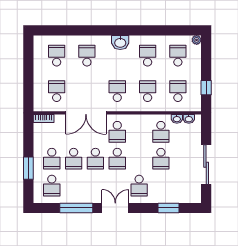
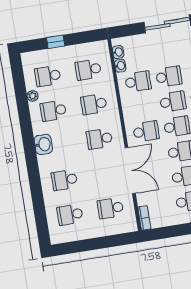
plant: (197, 40) -> (33, 96), moved
window: (206, 88) -> (56, 42), moved
school desk: (139, 159) -> (173, 102), added

